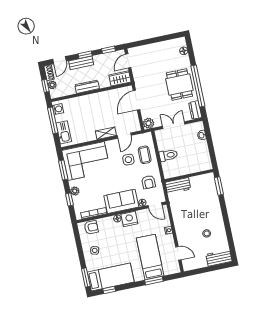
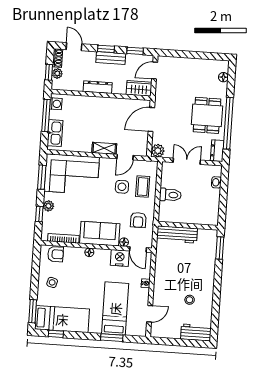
door: (59, 60) -> (74, 47), swing flipped
bench: (81, 63) -> (111, 58), moved
workbench: (178, 186) -> (177, 234), width x1.38
nightstand: (129, 219) -> (120, 258), moved
door: (178, 253) -> (150, 314), hinge flipped

